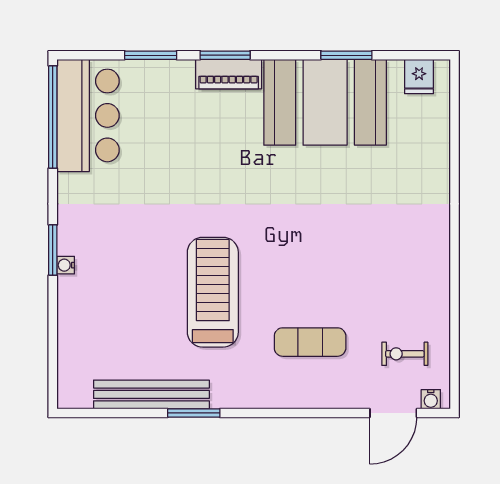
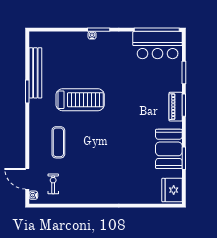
fridge: (419, 76) -> (172, 190), width x1.88, depth x1.34
booth: (325, 102) -> (169, 149), width x0.73, depth x0.70

